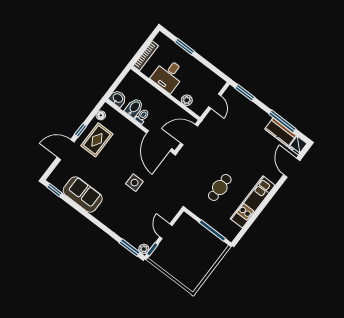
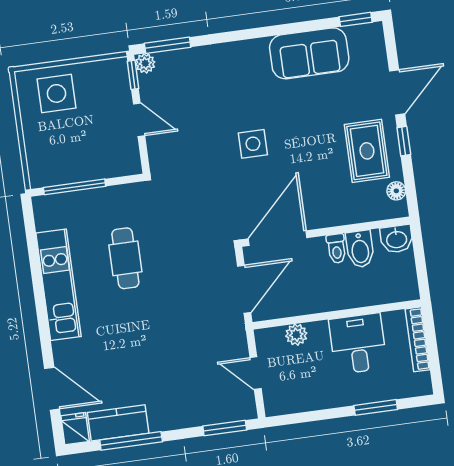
door: (159, 141) -> (278, 238), hinge flipped
side table: (186, 270) -> (56, 93), added

